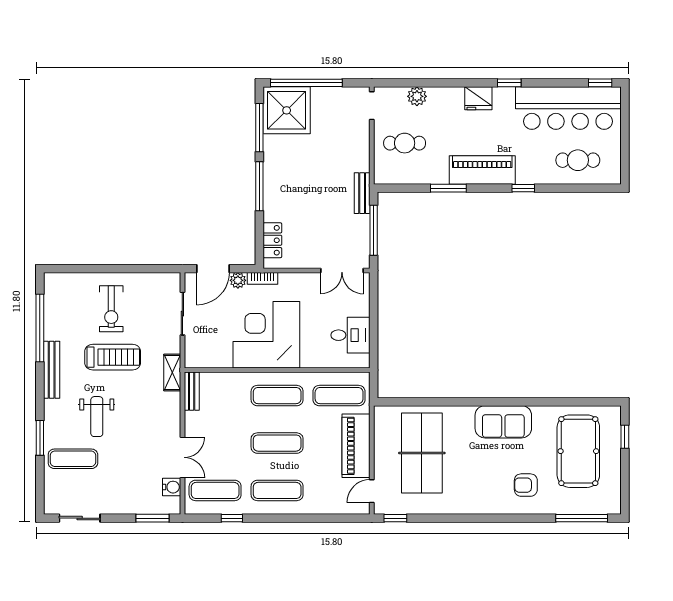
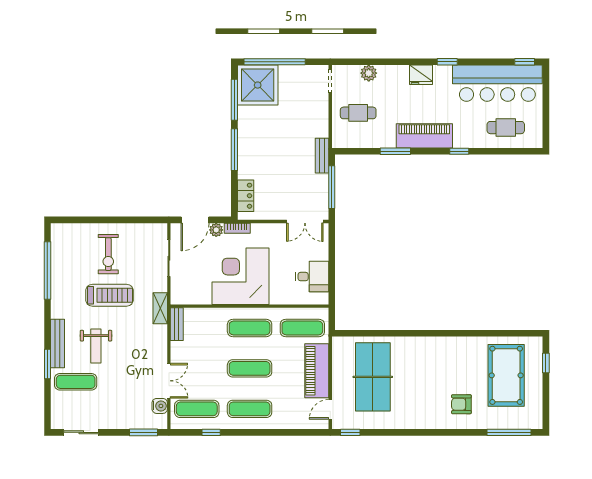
bench: (52, 370) -> (58, 343), moved
sofa: (503, 422) -> (442, 350), removed

